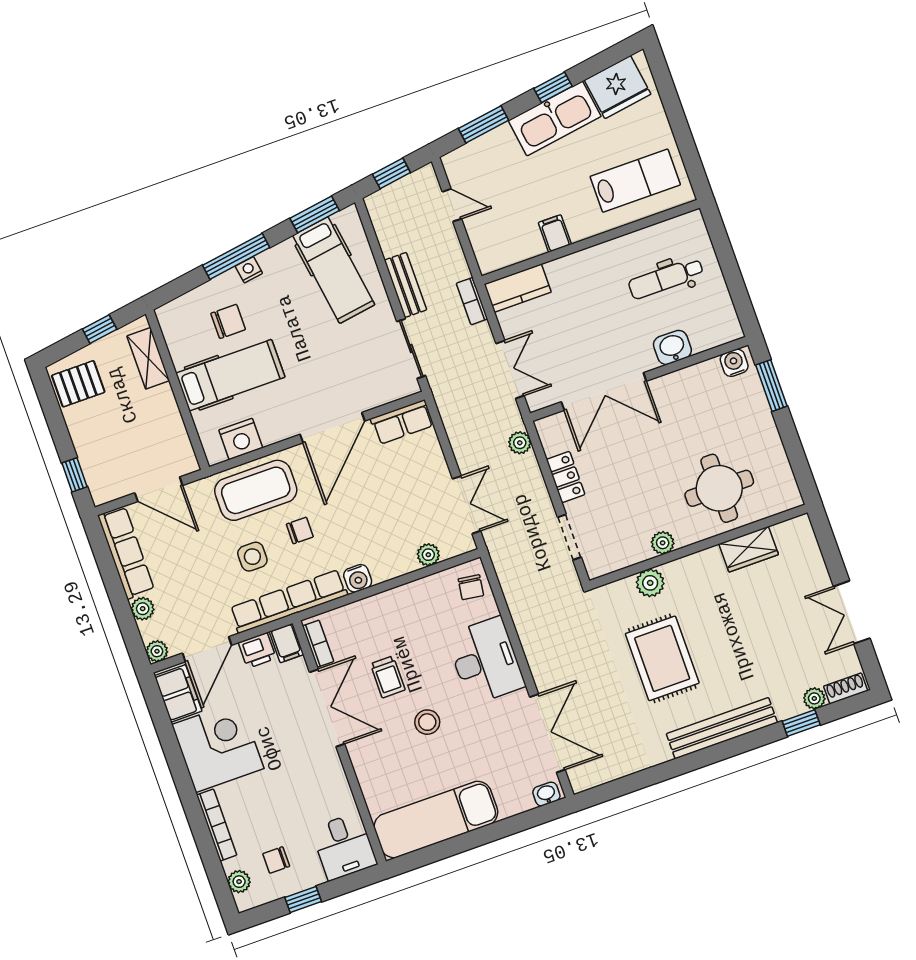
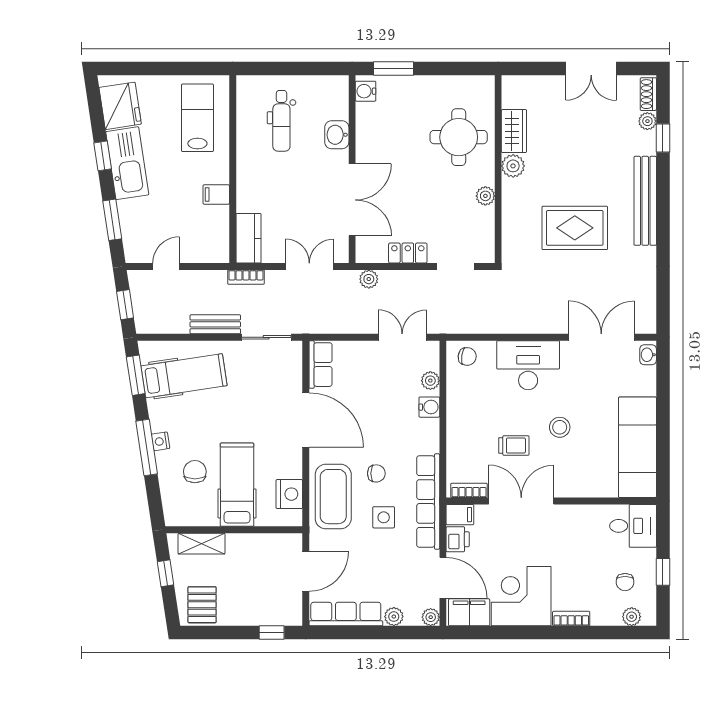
chair: (300, 530) -> (376, 473), turned 90
water cooler: (358, 578) -> (429, 407), moved
plant: (650, 583) -> (513, 166), moved
bookcase: (217, 825) -> (571, 619), width x0.64

